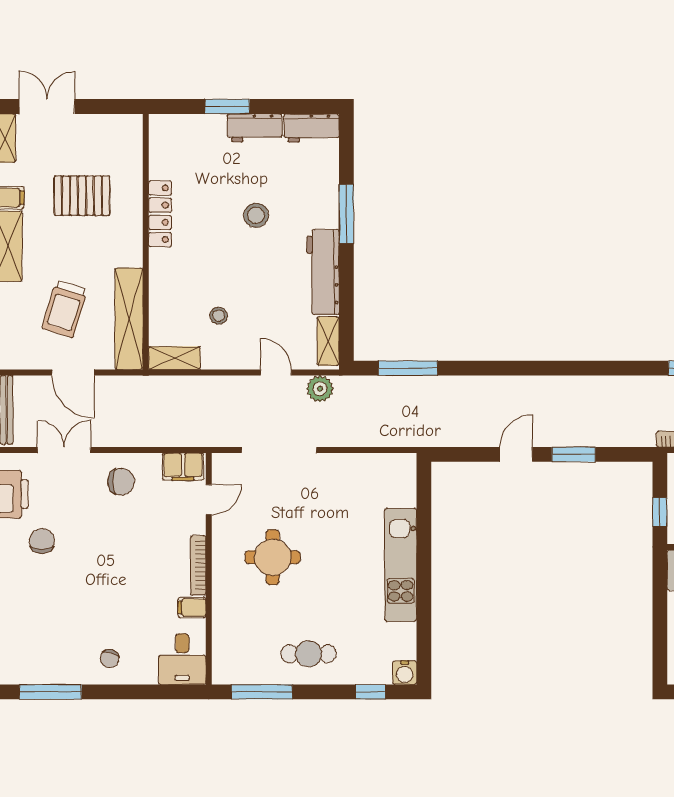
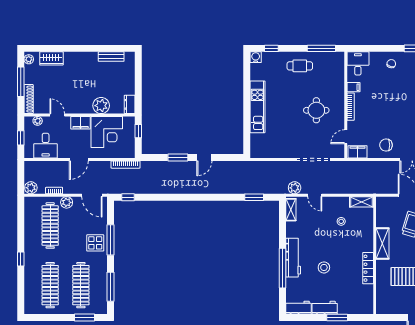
window: (346, 214) -> (282, 268), width x1.46
workbench: (323, 272) -> (293, 258), moved
shelving: (129, 319) -> (382, 244), moved, width x0.68
window: (408, 368) -> (254, 197), width x0.69

